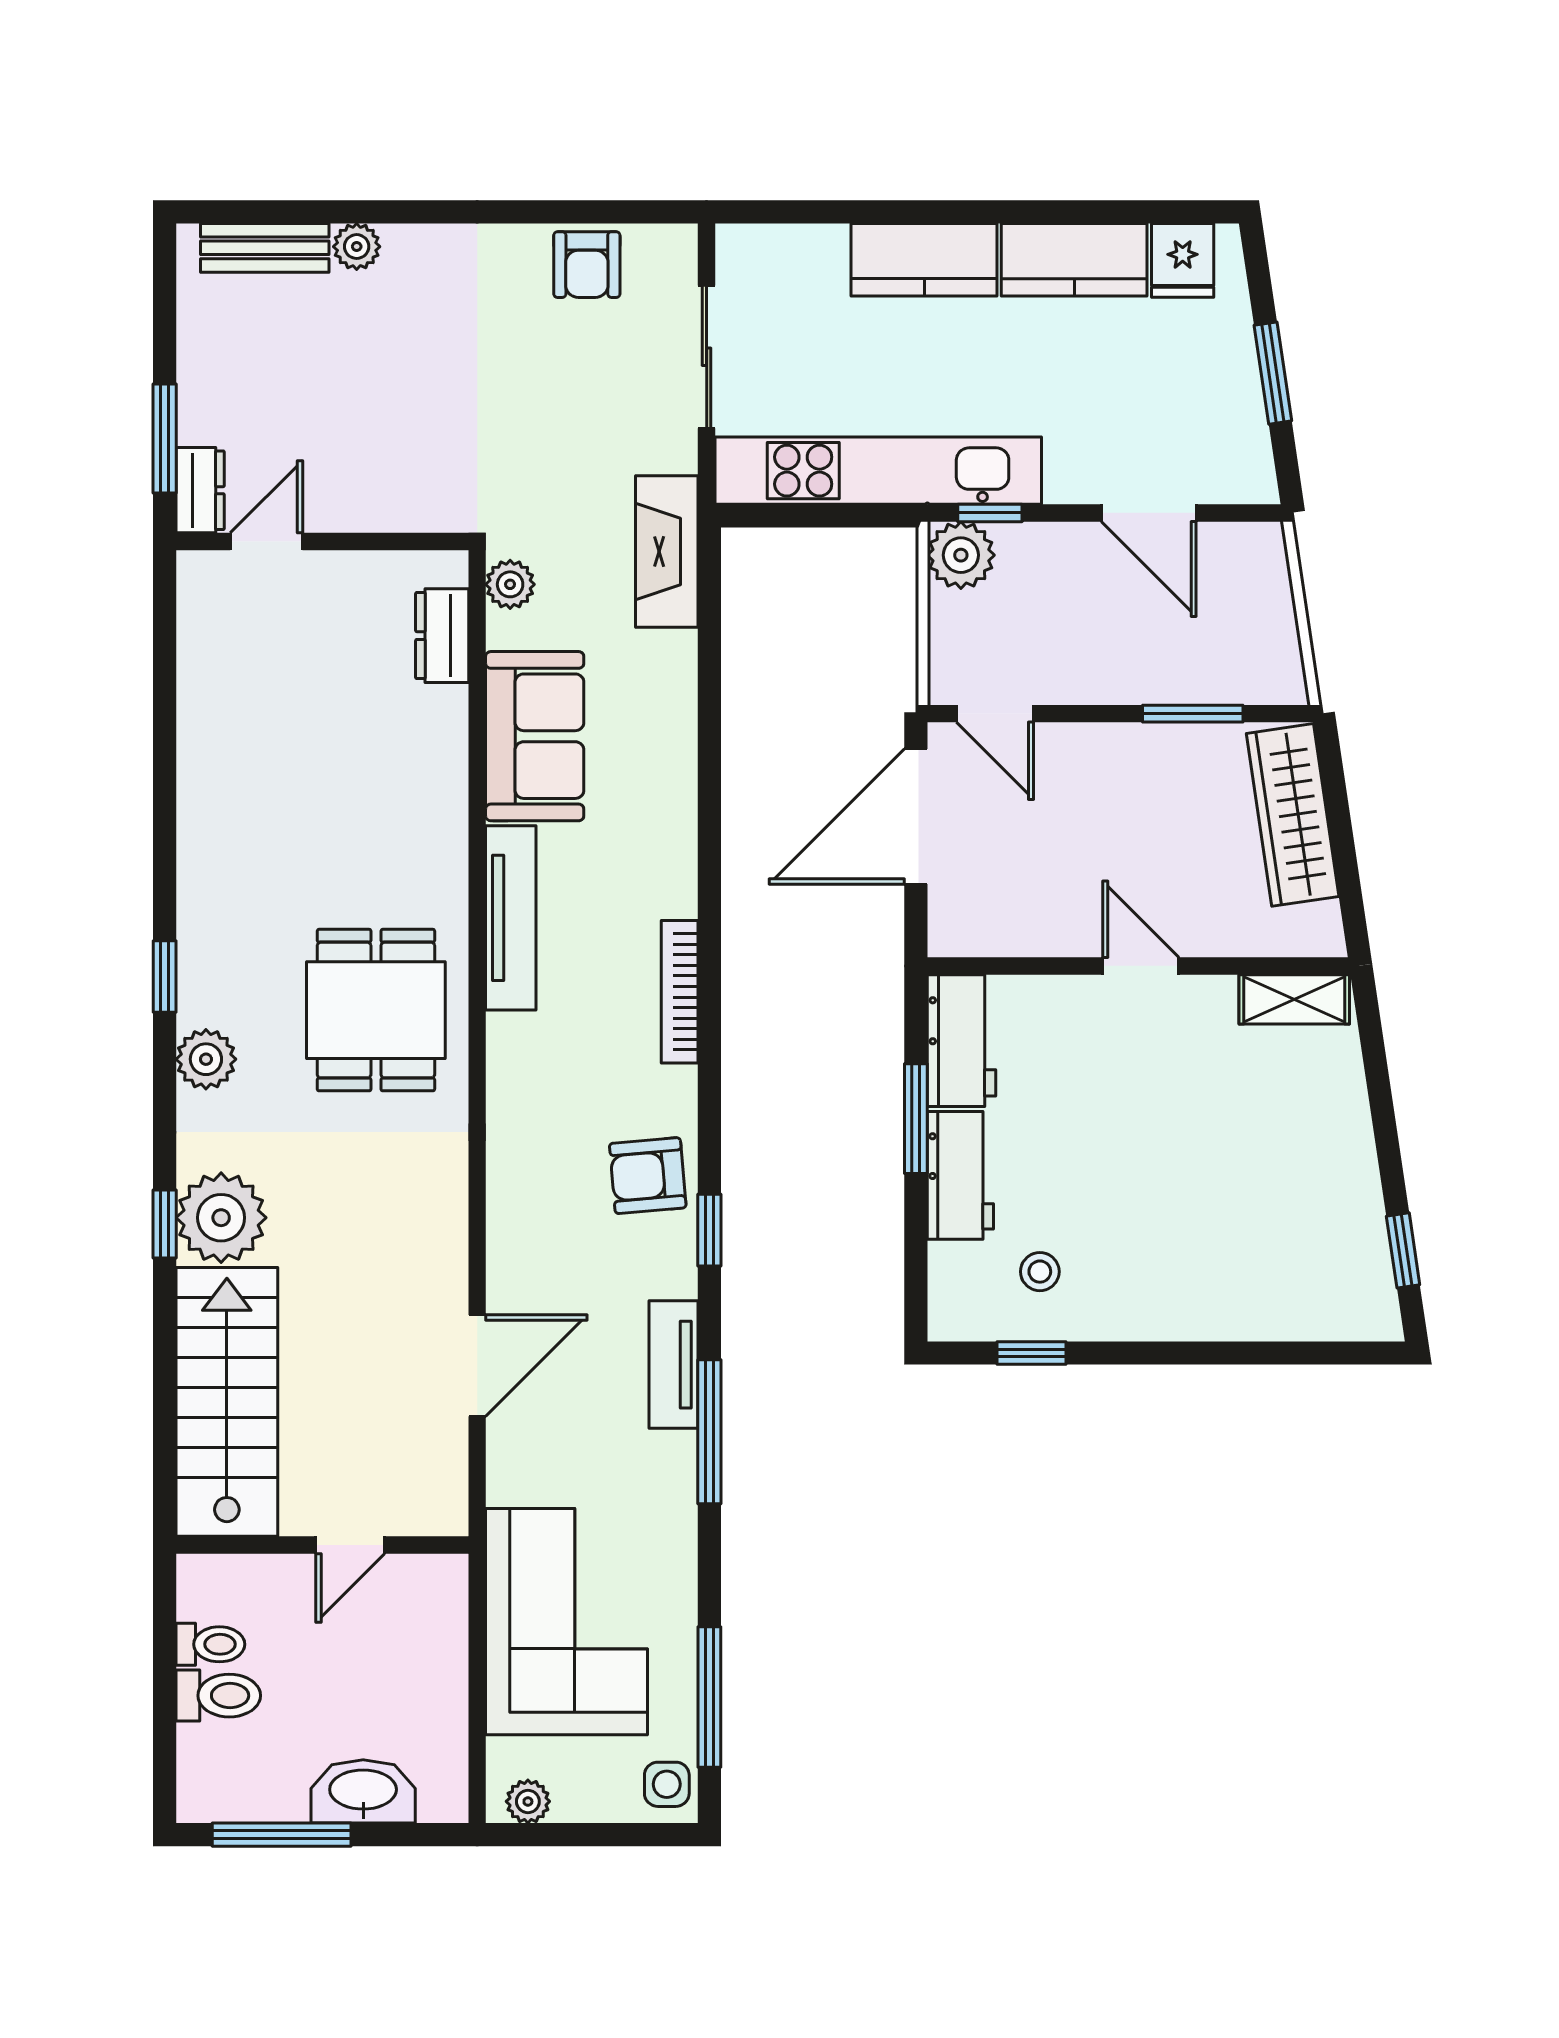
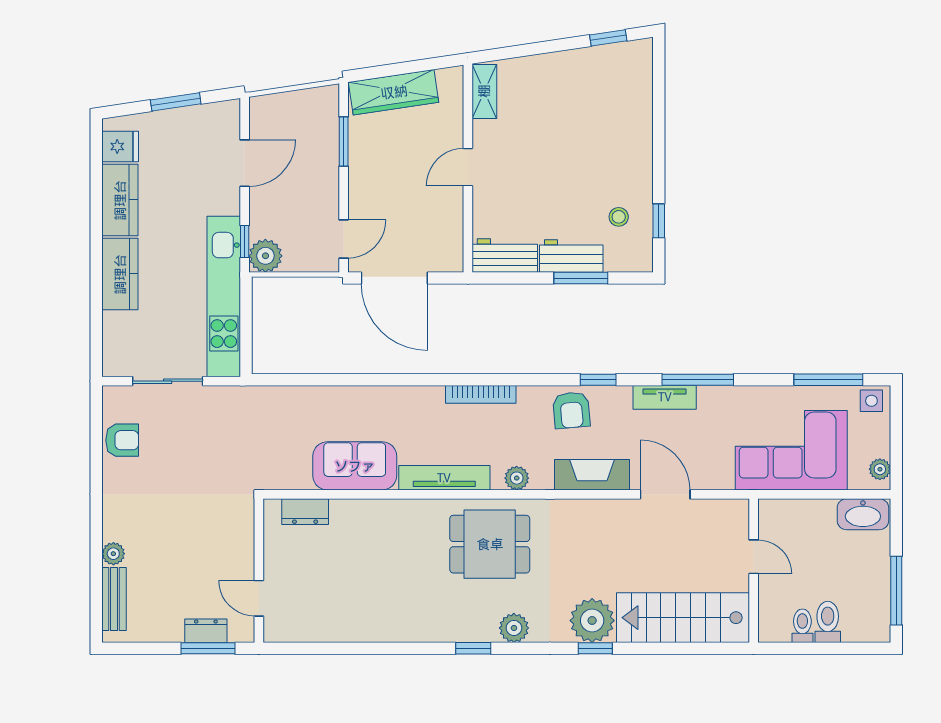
dresser: (200, 490) -> (206, 631), moved
fireplace: (667, 551) -> (592, 475), moved, turned 180
plant: (510, 584) -> (517, 478), moved
window: (916, 1119) -> (581, 278), moved
washbasin: (363, 1791) -> (863, 514), moved, turned -90

